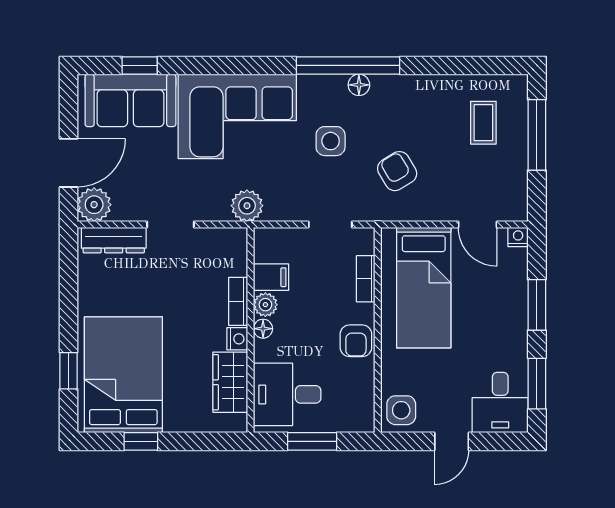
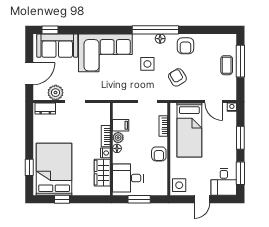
window: (140, 65) -> (50, 30), moved
armchair: (415, 101) -> (185, 46), added
coffee table: (483, 123) -> (227, 65), moved
plant: (94, 205) -> (56, 93), moved
plant: (247, 206) -> (110, 93), removed
dresser: (114, 240) -> (45, 109), width x0.70

